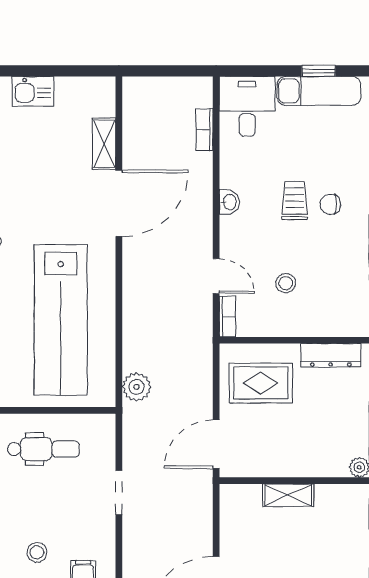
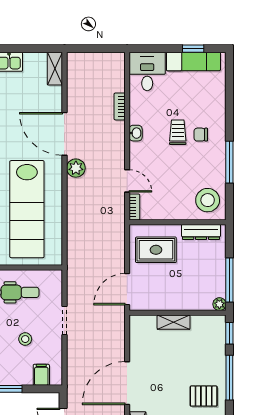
bookcase: (204, 130) -> (120, 106), moved
shelving: (104, 144) -> (55, 69), moved
door: (119, 203) -> (64, 134), swing flipped
stool: (286, 283) -> (208, 200), moved, width x1.89, depth x1.89
plant: (137, 387) -> (76, 168), moved
stool: (37, 552) -> (25, 339), moved

